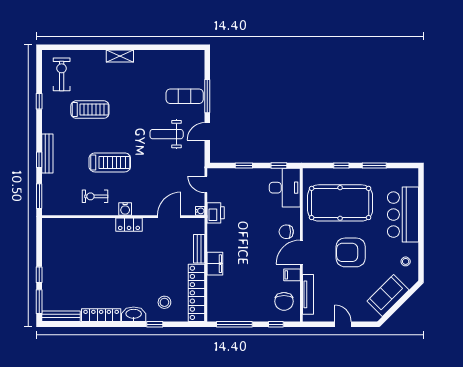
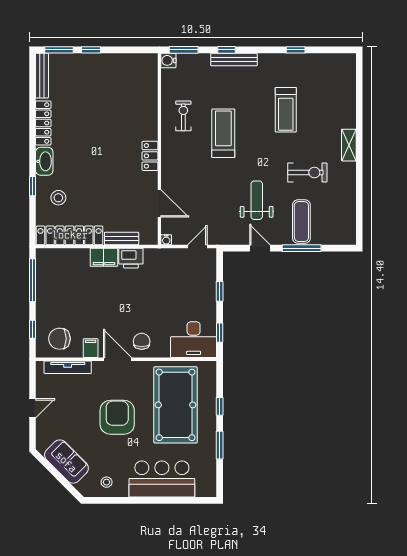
exercise bike: (62, 74) -> (307, 173), moved
treadmill: (110, 162) -> (223, 133), turned 180
water cooler: (125, 209) -> (168, 60), moved
printer: (216, 213) -> (131, 258), moved

